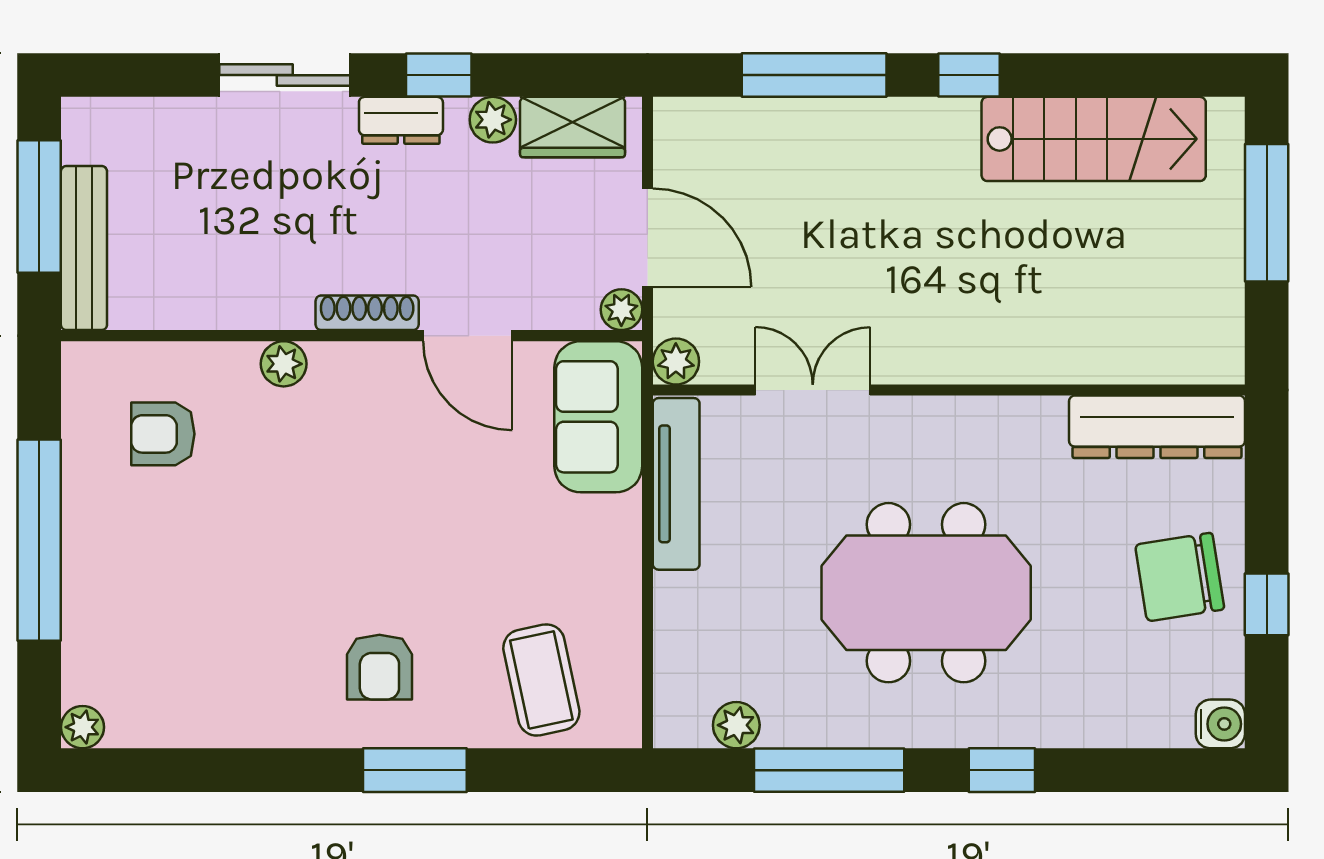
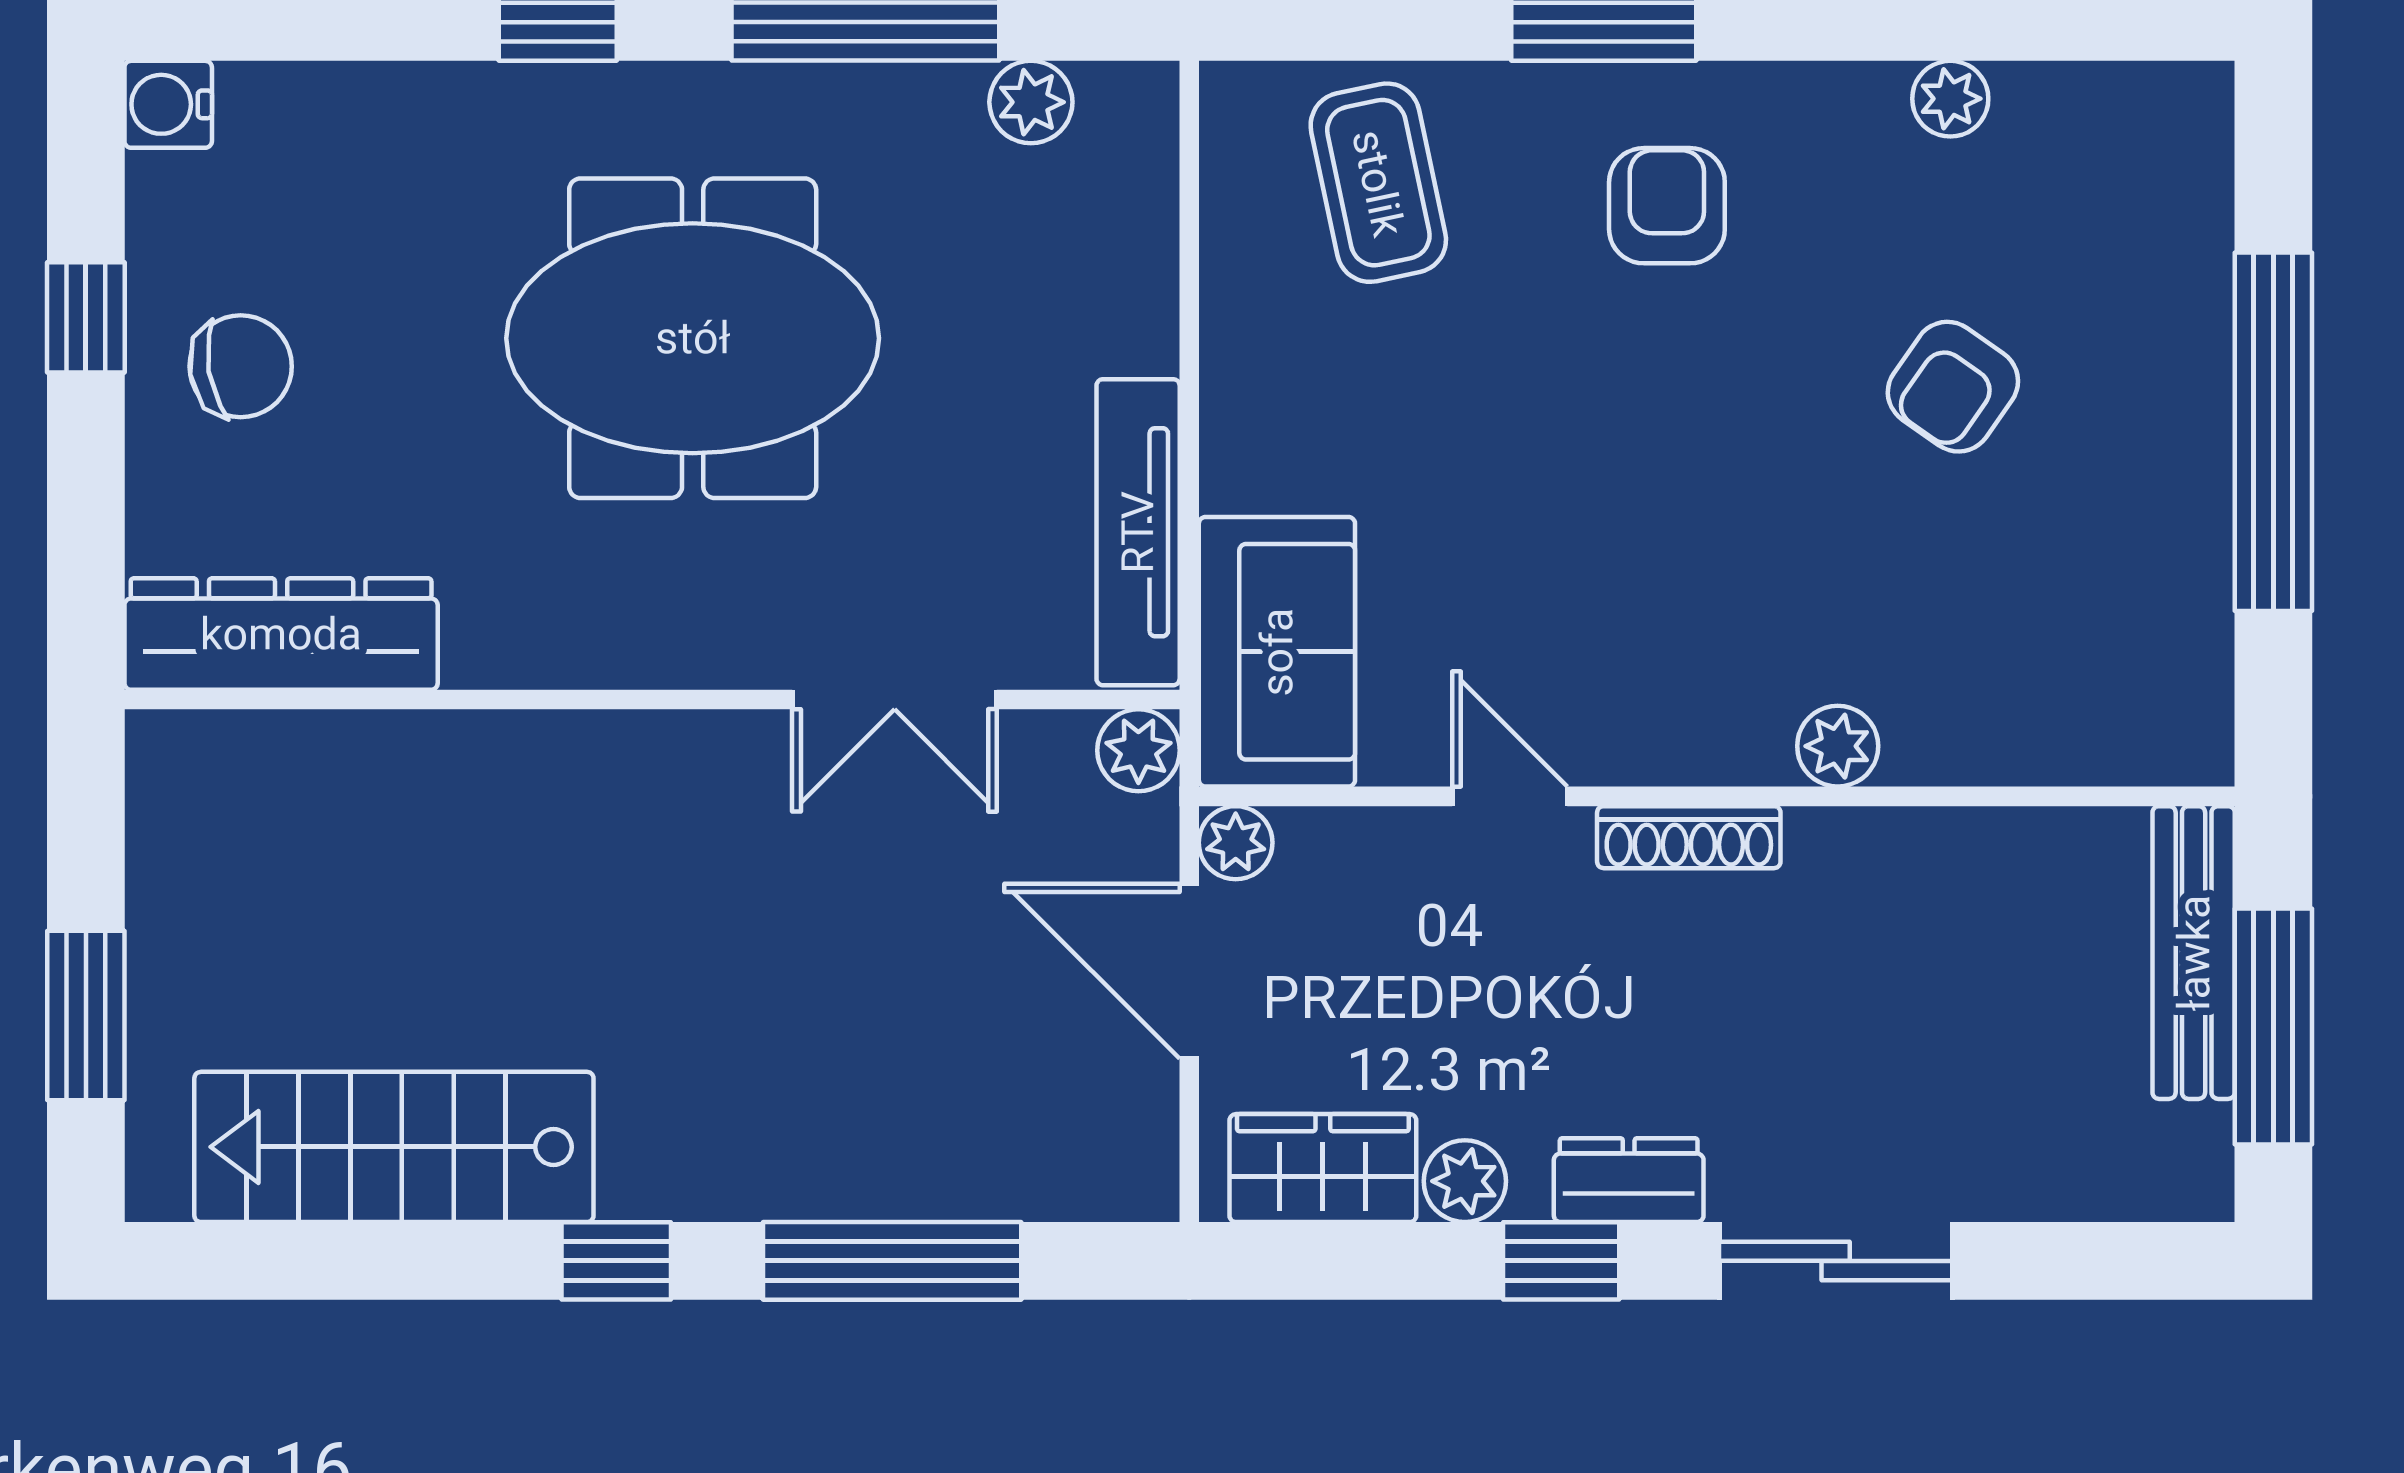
window: (1267, 213) -> (86, 1016), width x0.69
door: (468, 336) -> (1510, 796), width x0.73
armchair: (163, 434) -> (1953, 387), moved, turned 125
chair: (1180, 577) -> (241, 366), width x0.73, depth x0.73
plant: (82, 727) -> (1950, 99), moved

